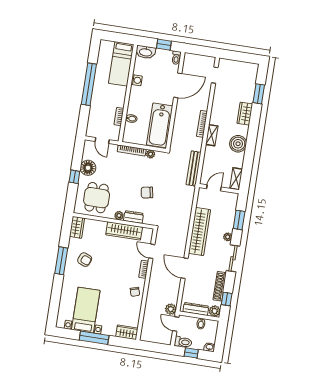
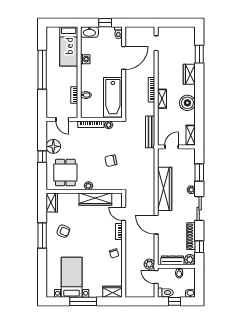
dresser: (134, 217) -> (102, 185), removed

